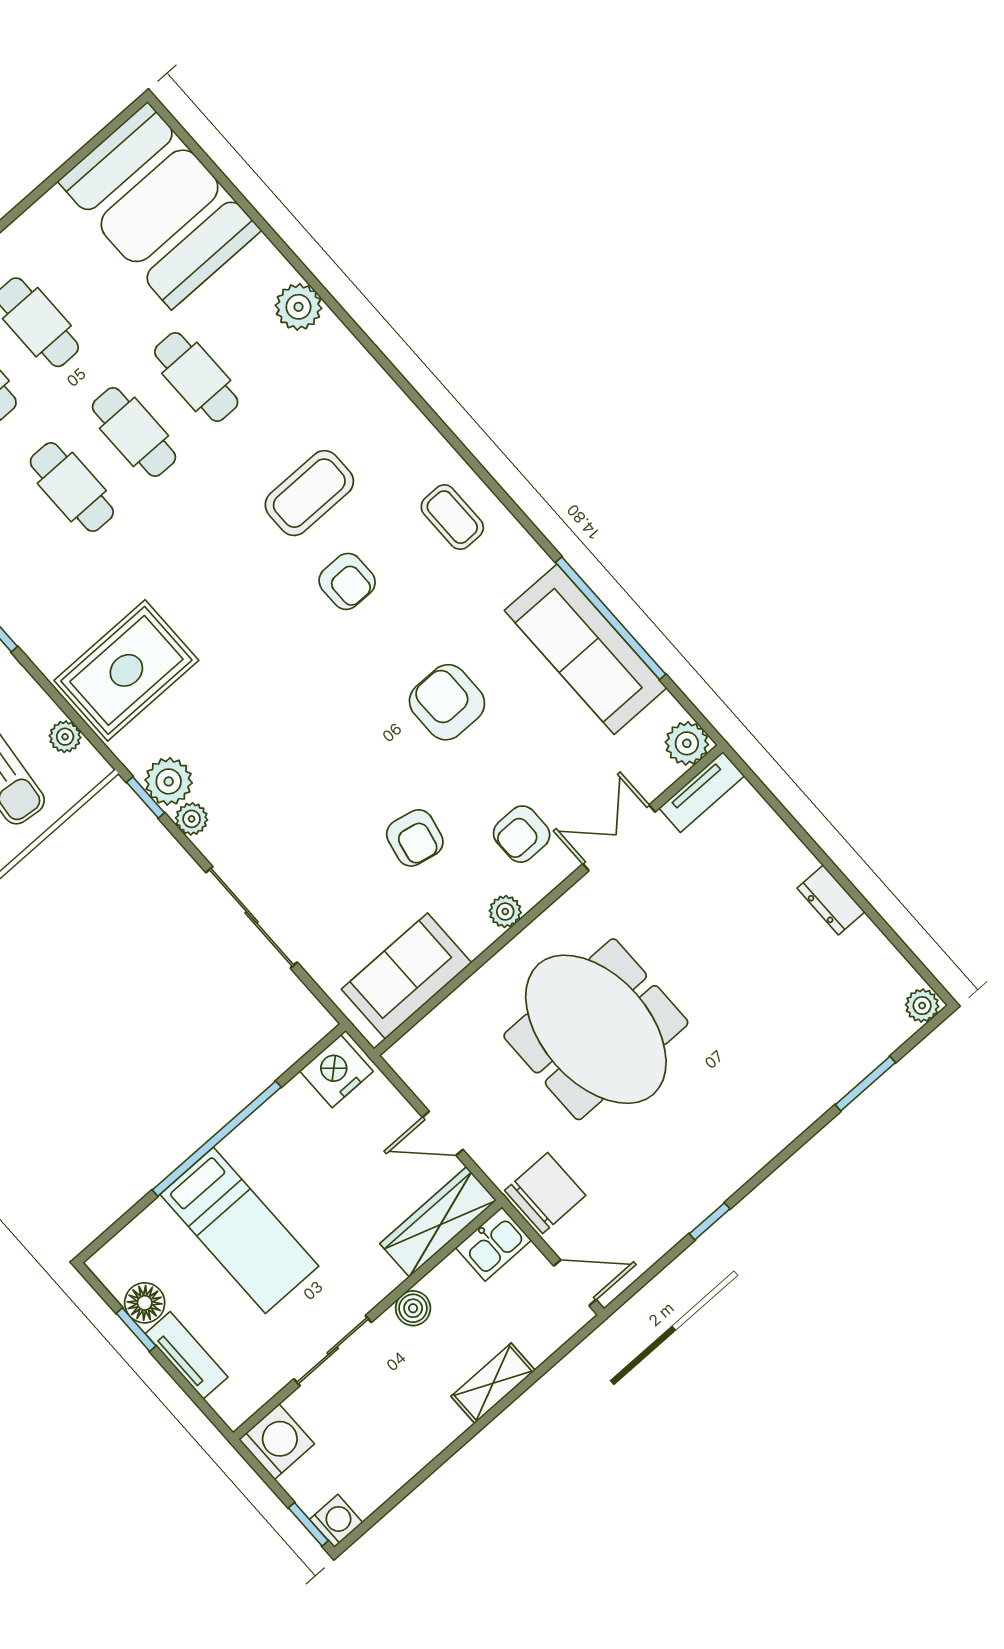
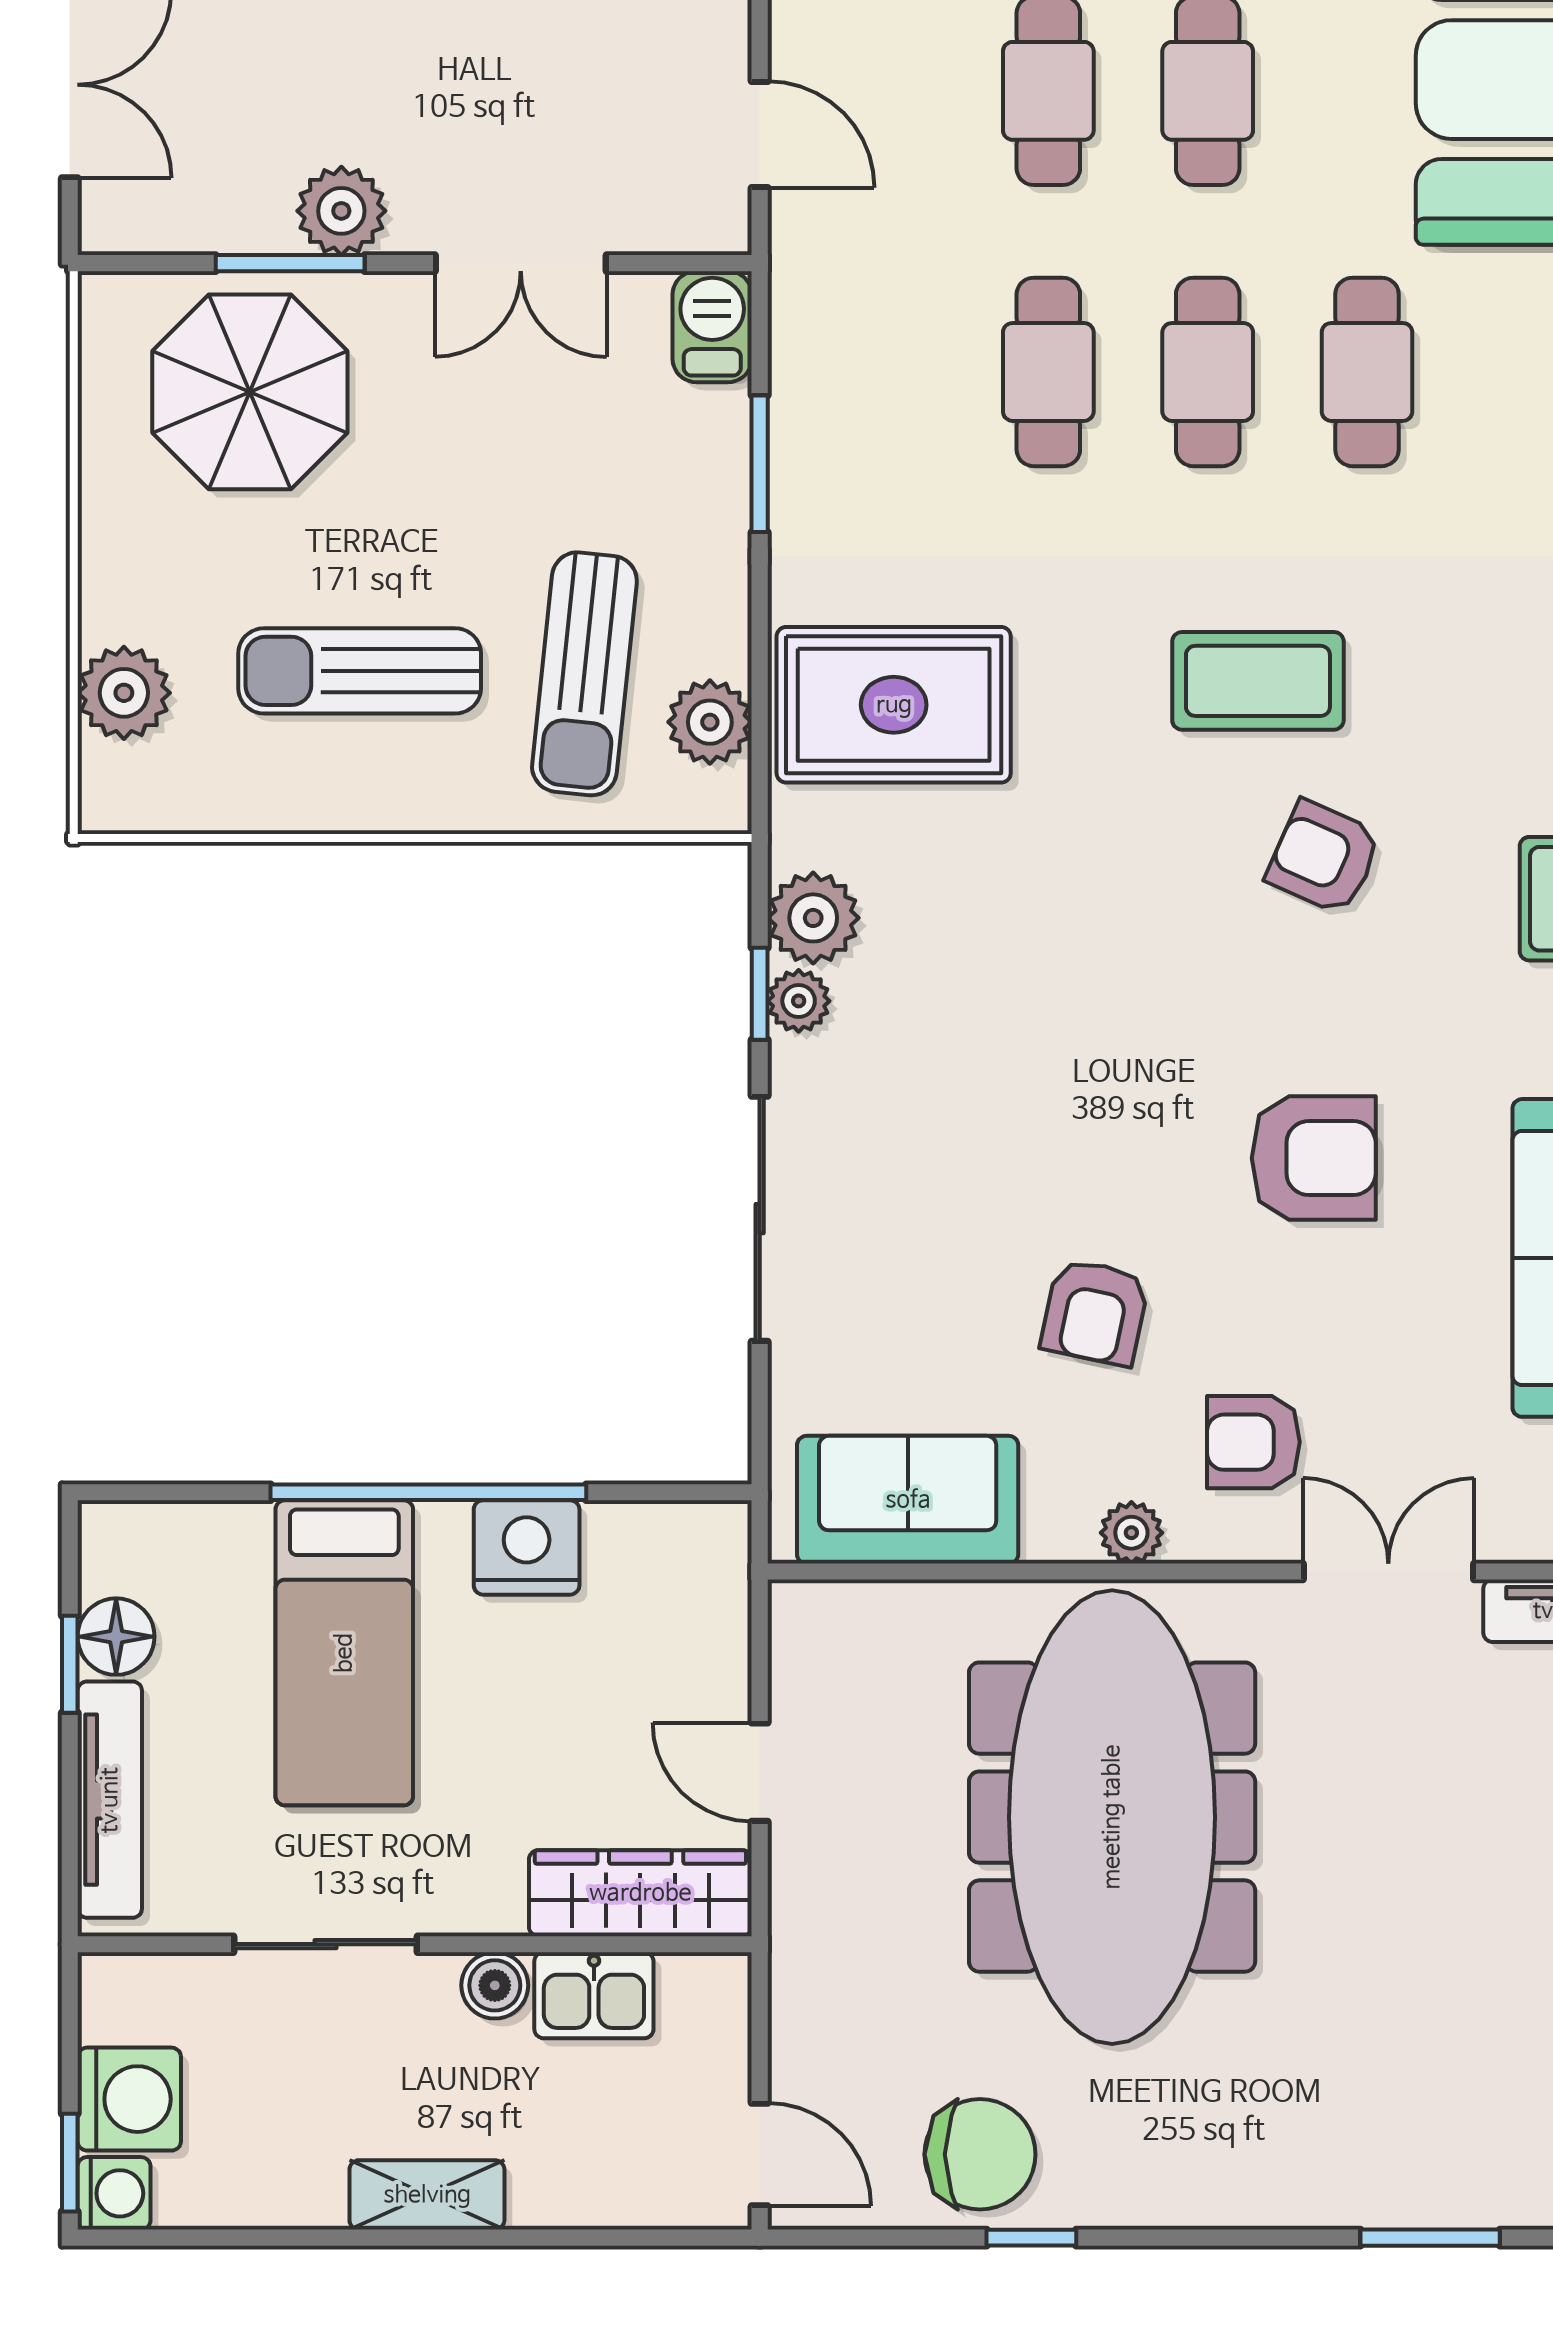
coffee table: (309, 493) -> (1258, 681), moved
armchair: (347, 581) -> (1324, 857), turned 114
armchair: (447, 702) -> (1314, 1158), turned 90
plant: (65, 737) -> (710, 722), width x1.38, depth x1.38
window: (146, 798) -> (760, 994), moved
meeting table: (596, 1029) -> (1112, 1817), width x1.36
nightstand: (336, 1071) -> (527, 1547), moved
chair: (545, 1193) -> (980, 2154), moved
kitchen sink: (494, 1244) -> (594, 1995), moved
tv unit: (187, 1355) -> (110, 1800), width x1.41
shelving: (493, 1383) -> (427, 2195), moved
washing machine: (277, 1442) -> (129, 2099), moved

